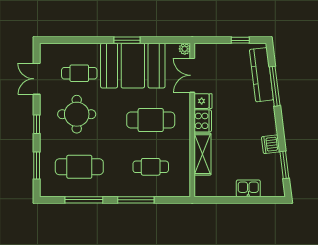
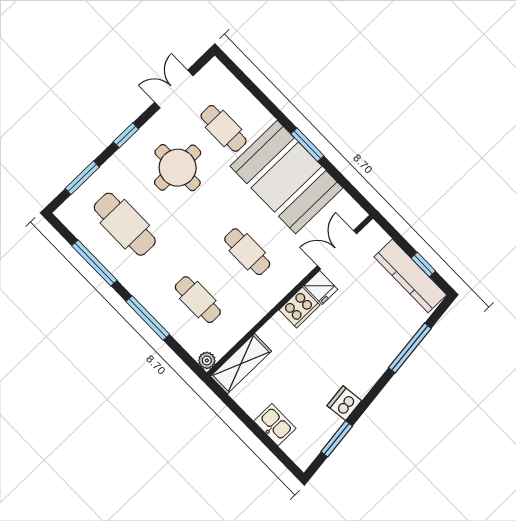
plant: (185, 49) -> (207, 360), moved
kitchen counter: (261, 75) -> (410, 276), moved, turned -83
cafe table: (151, 120) -> (247, 252), width x0.73, depth x0.74
shelving: (202, 154) -> (241, 364), moved

